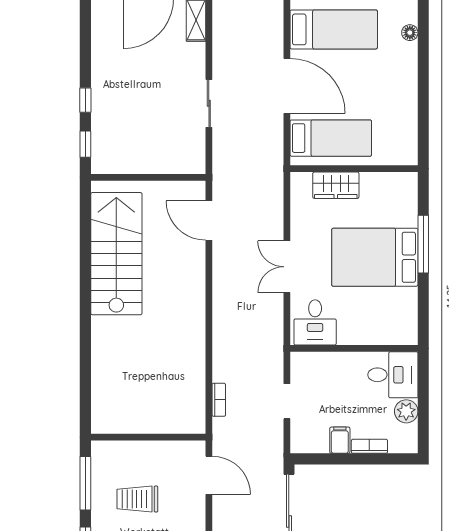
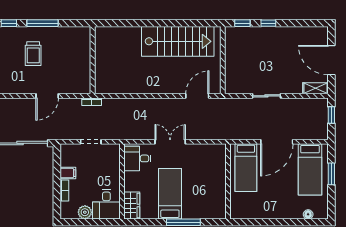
wardrobe: (336, 185) -> (132, 206), moved, turned 180
bed: (375, 257) -> (170, 194), width x0.67
wall: (148, 437) -> (93, 60), moved
trolley: (137, 499) -> (33, 54), turned 180

